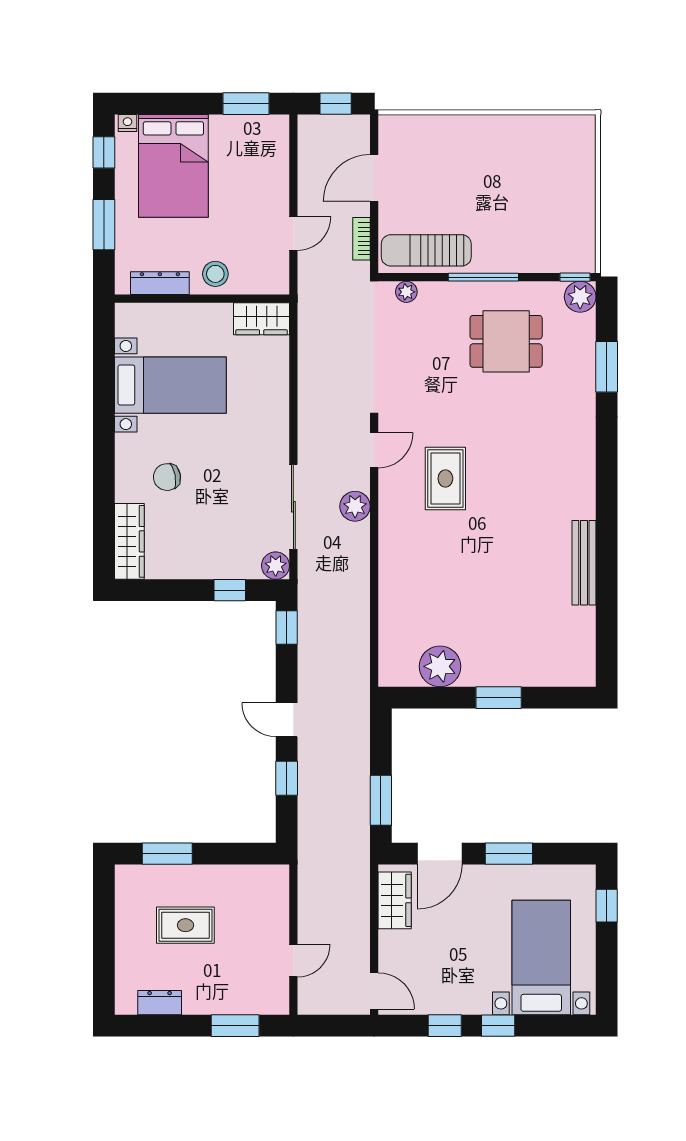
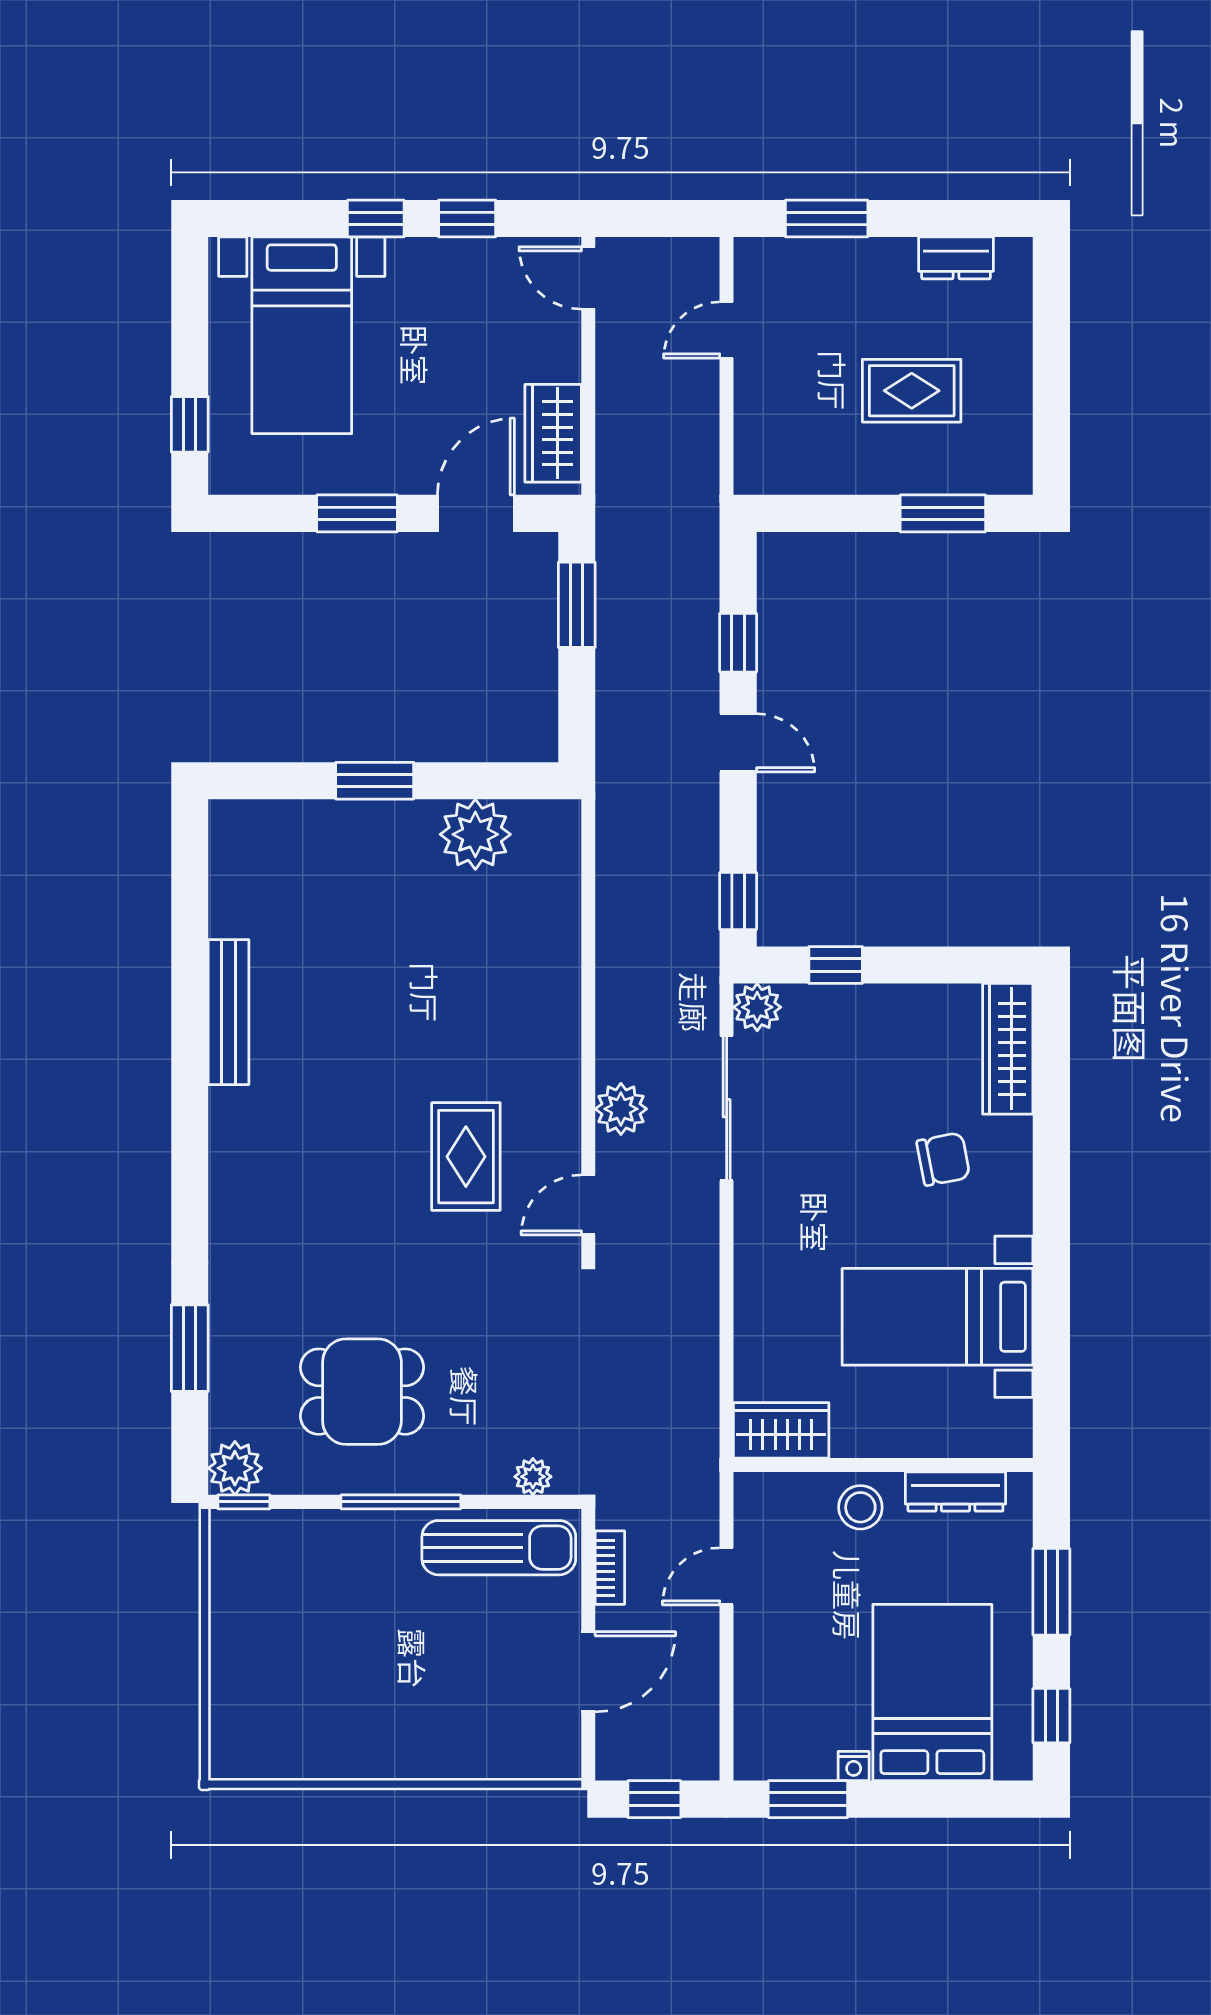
nightstand: (128, 123) -> (854, 1766), moved

